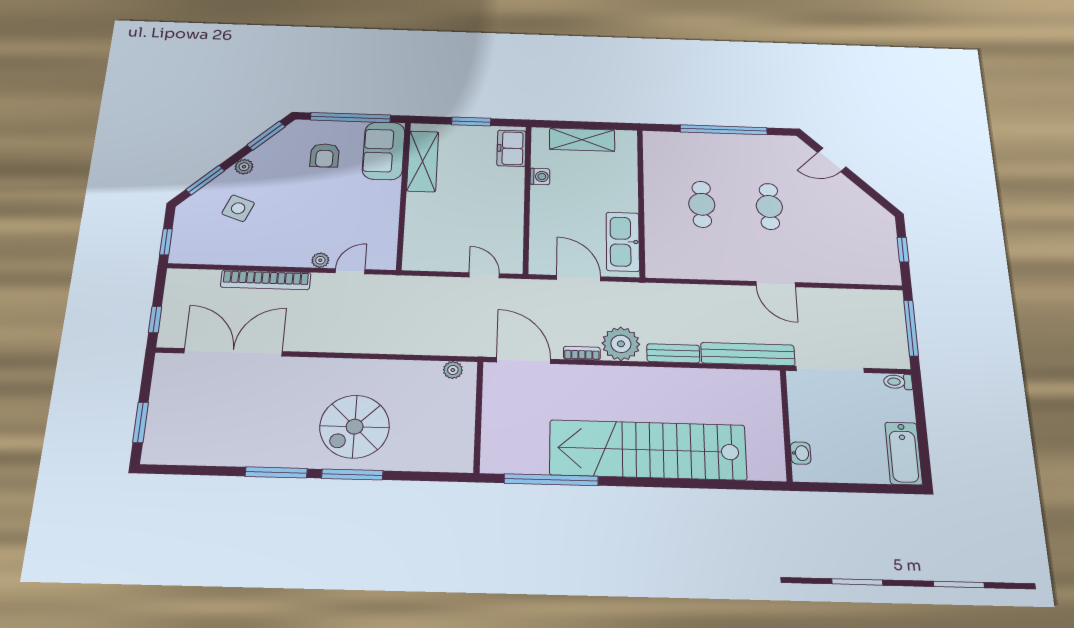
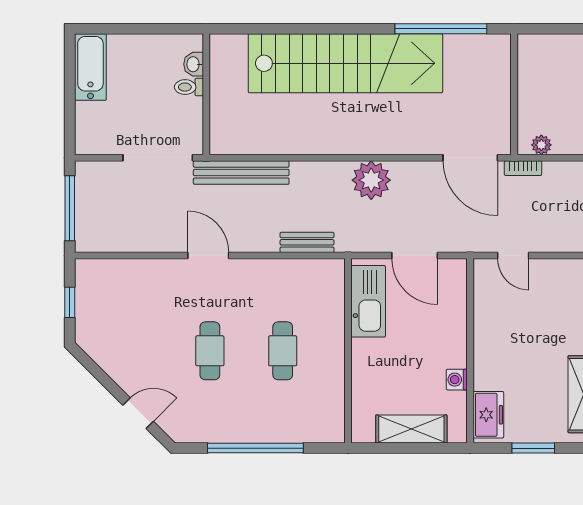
bookcase: (582, 353) -> (523, 168), moved
bench: (673, 353) -> (307, 242), moved
toilet: (898, 382) -> (189, 87), moved, turned 180

